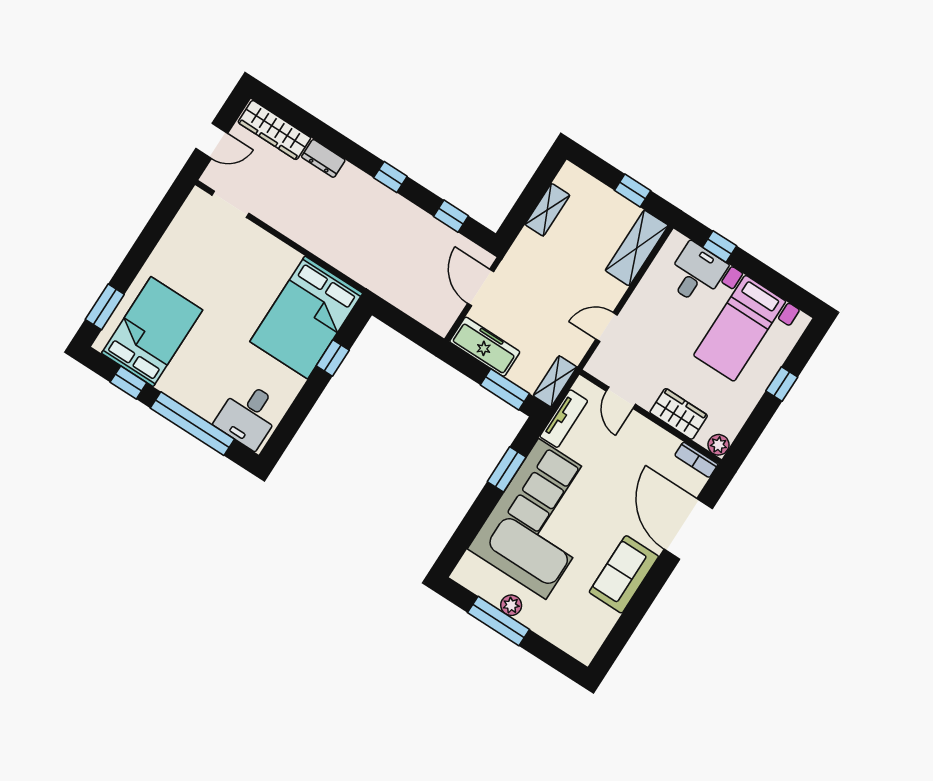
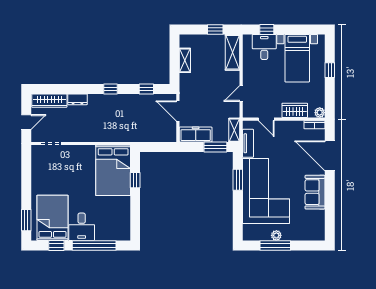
desk: (249, 415) -> (82, 227), moved

